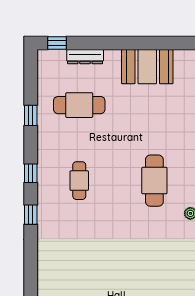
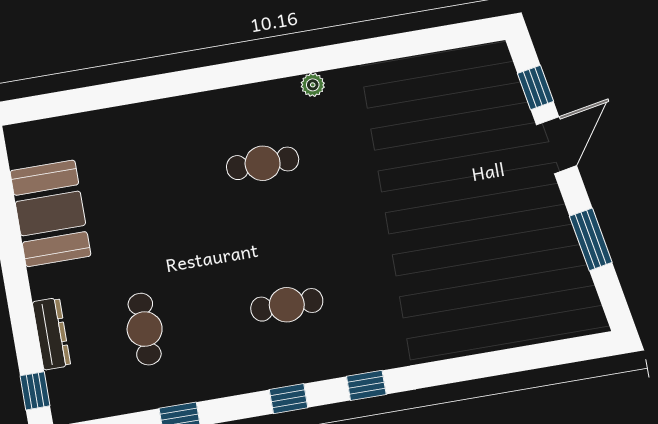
cafe table: (79, 105) -> (145, 329), width x0.73, depth x0.74
cafe table: (154, 181) -> (263, 163), width x0.73, depth x0.74

